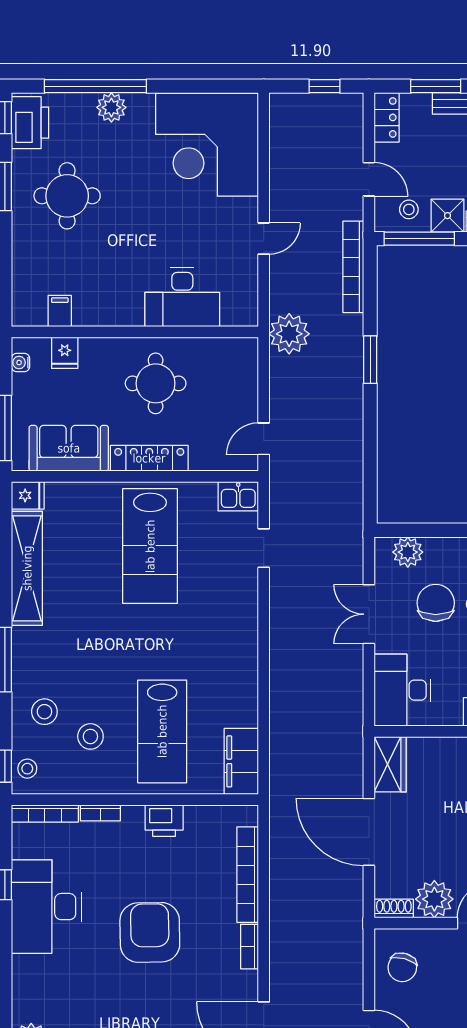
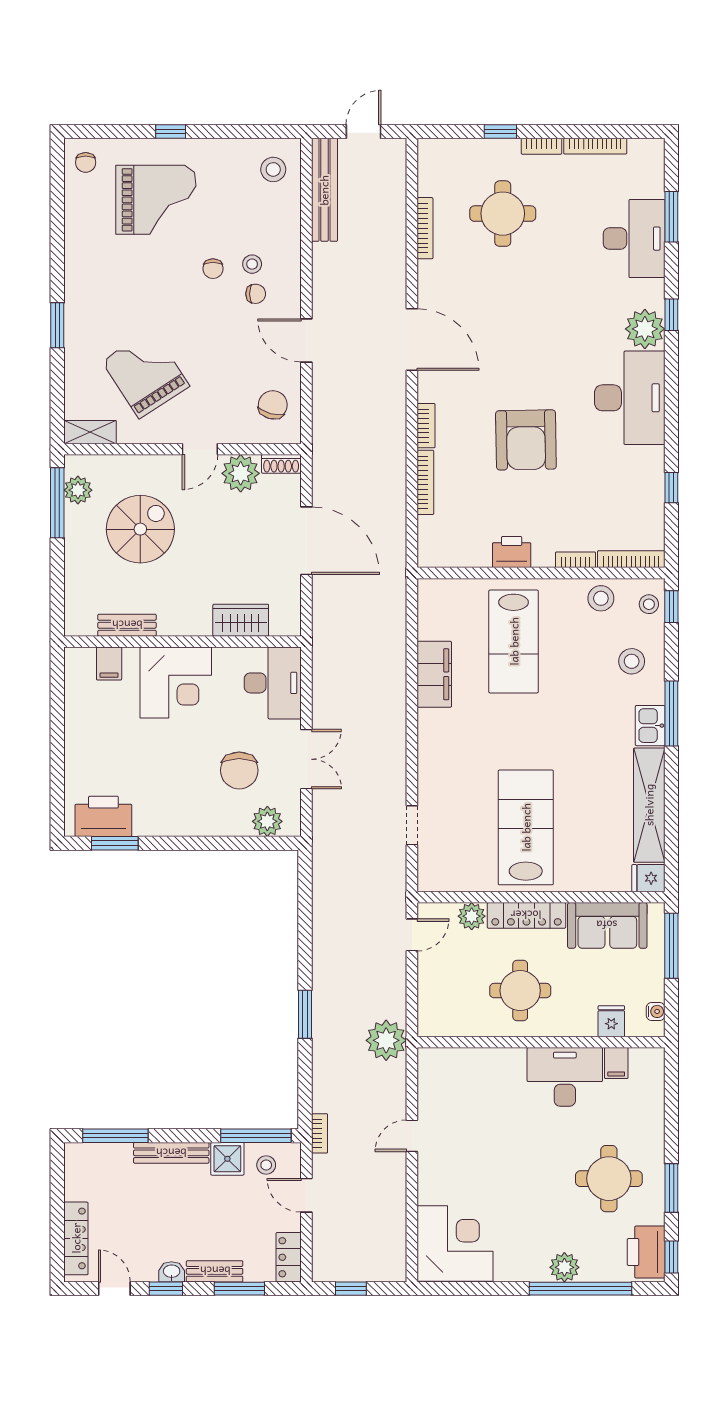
corner desk: (207, 145) -> (455, 1244), width x0.74, depth x0.74
bookcase: (353, 267) -> (320, 1133), width x0.43, depth x0.76
desk: (182, 297) -> (565, 1077), moved
plant: (204, 457) -> (472, 916), added
kitchen sink: (238, 496) -> (650, 726), moved, turned -90
lab bench: (162, 731) -> (514, 641), turned 180
stool: (90, 736) -> (601, 598), moved
filing cabinet: (241, 761) -> (434, 674), moved
wardrobe: (390, 764) -> (241, 620), moved, turned 90
bookcase: (248, 875) -> (425, 482), width x0.68, depth x0.76
desk: (46, 907) -> (630, 398), moved

